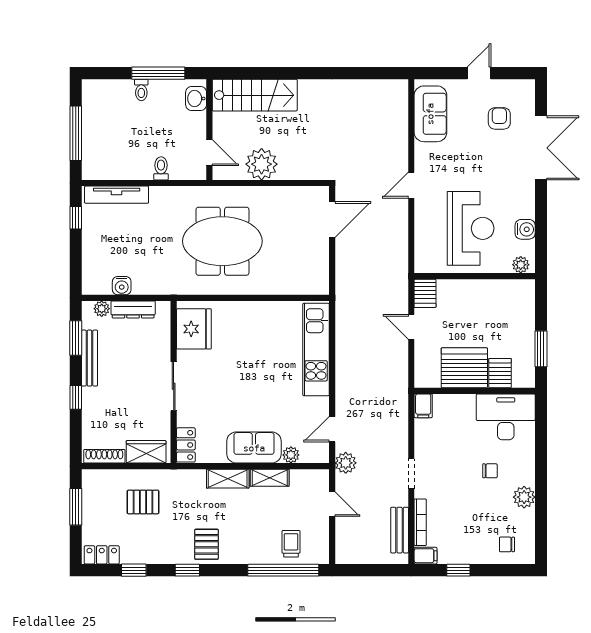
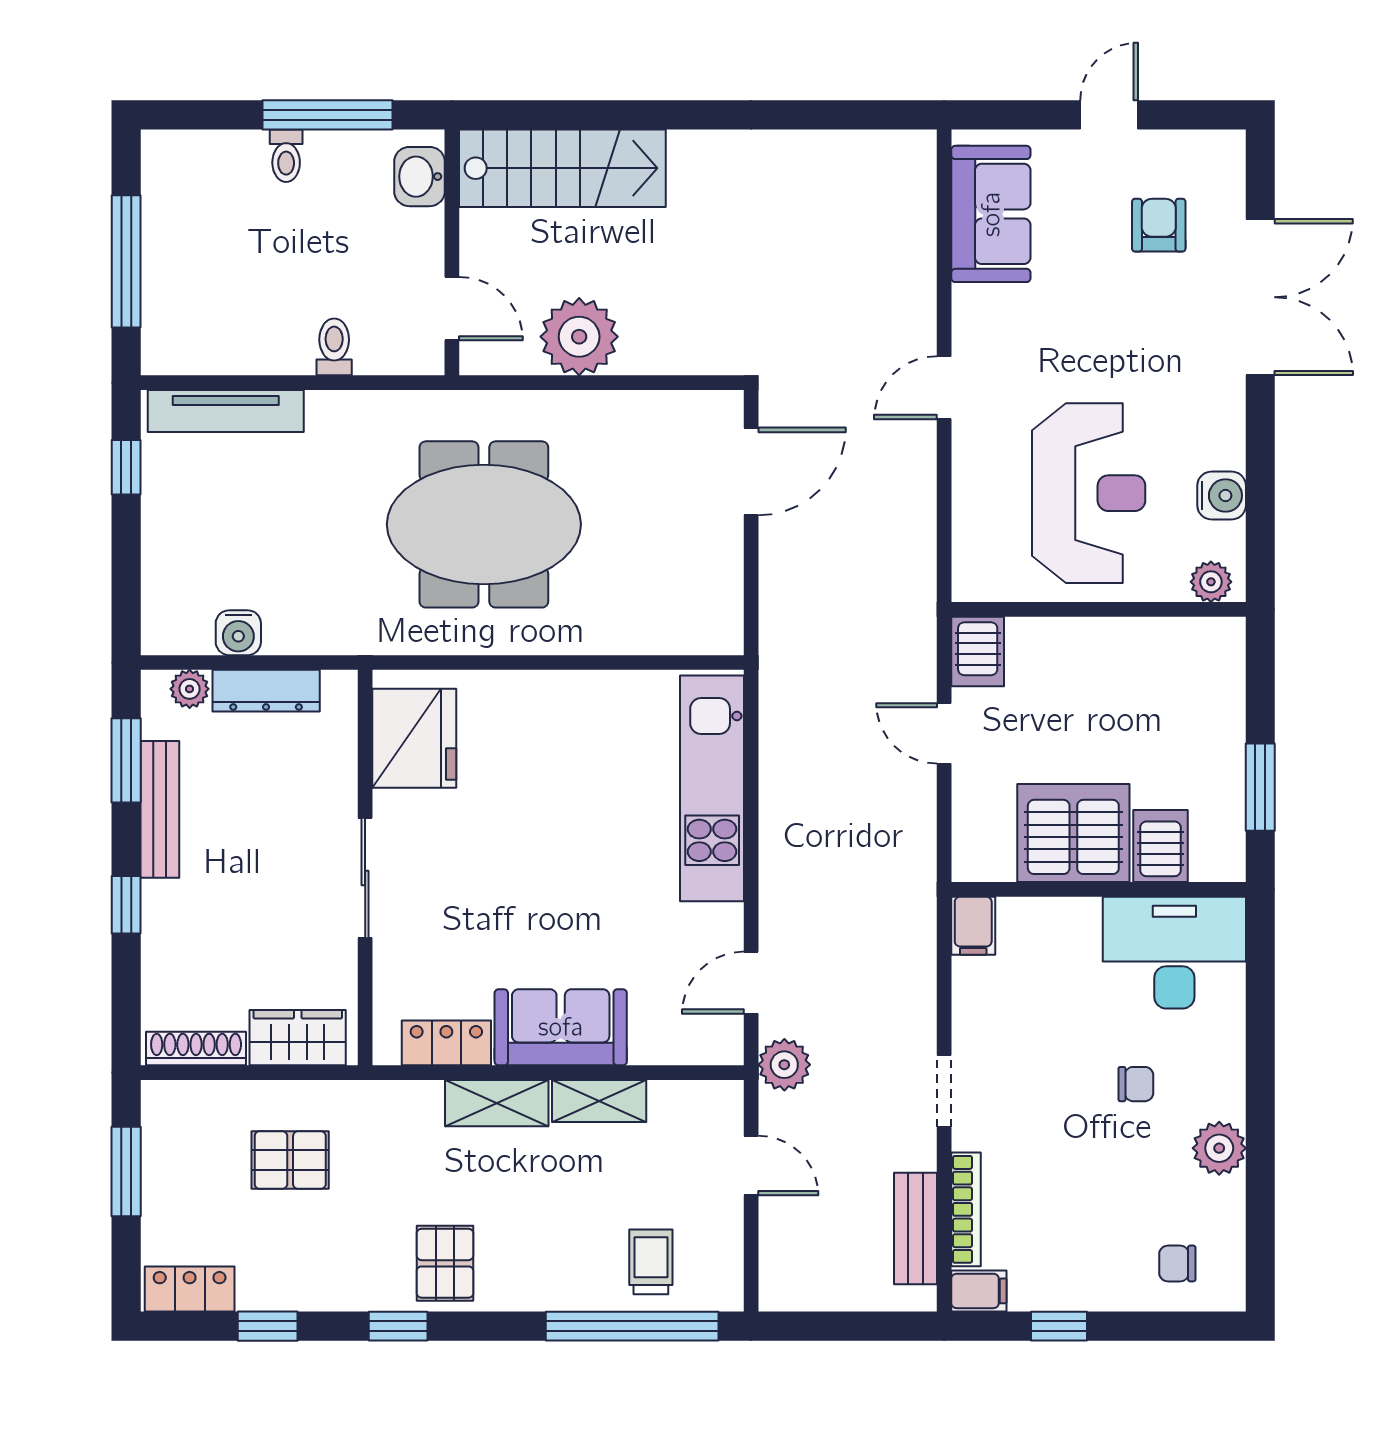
locker: (186, 445) -> (446, 1043), moved, turned -90
plant: (291, 455) -> (651, 1045), removed

